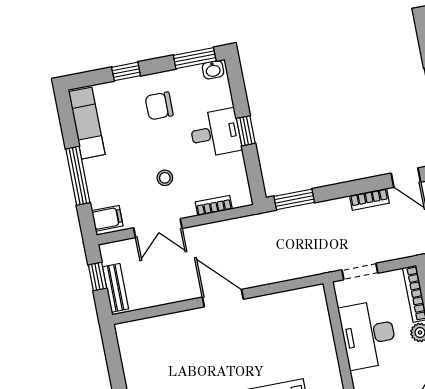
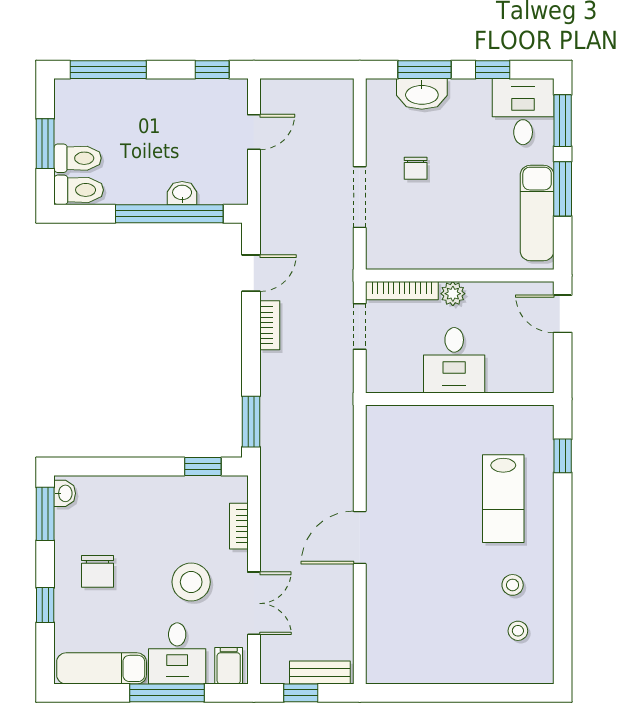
window: (246, 131) -> (203, 467), moved
desk: (215, 133) -> (177, 653), moved, turned 180
stool: (165, 178) -> (191, 582), width x1.89, depth x1.89
doorway: (360, 272) -> (360, 326), moved
desk: (368, 335) -> (454, 360), width x0.73

